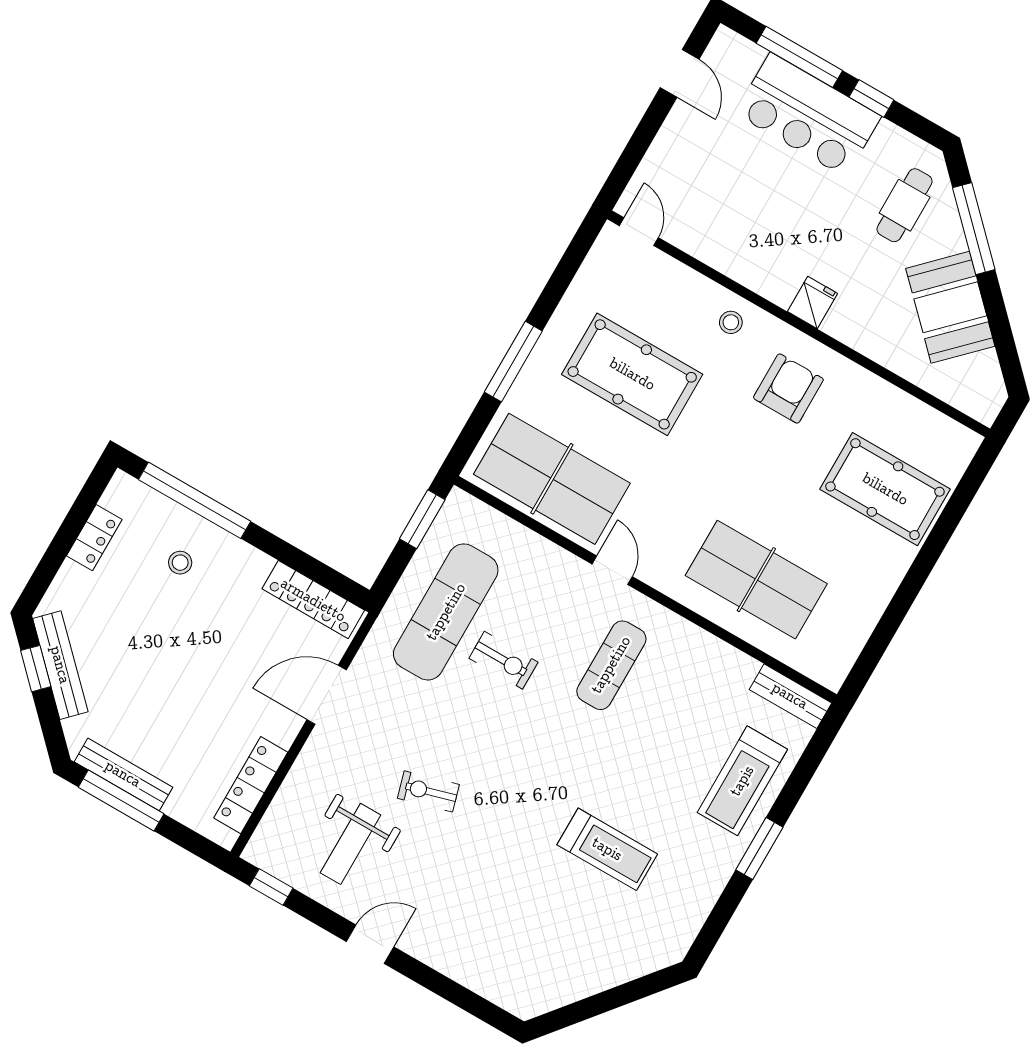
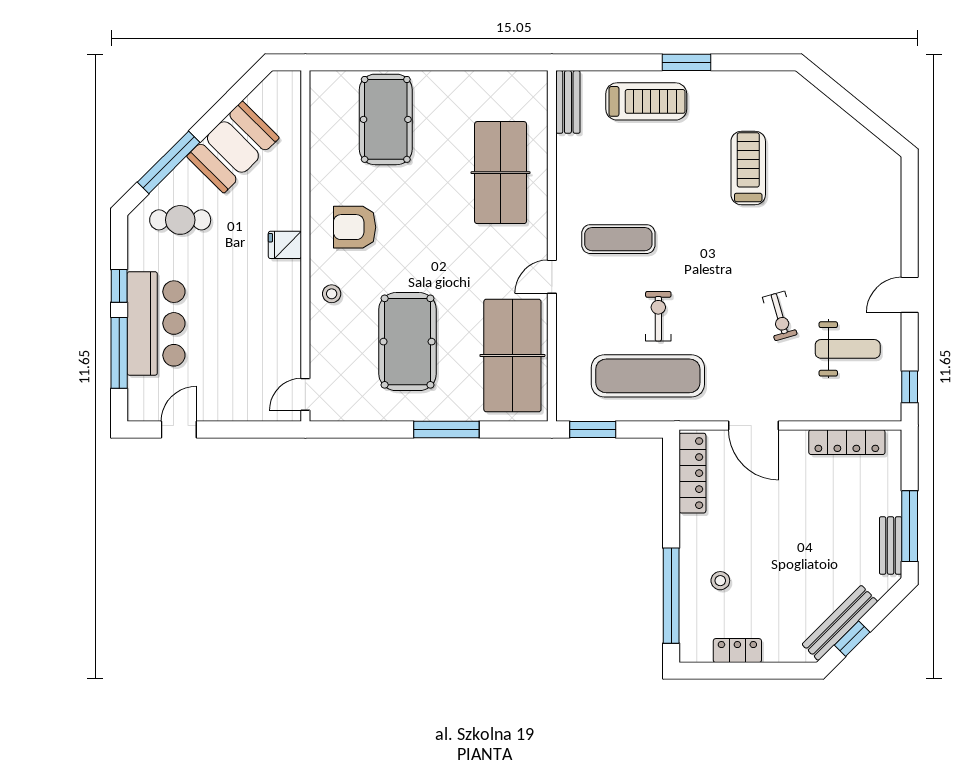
bench: (123, 774) -> (891, 546), width x0.73
door: (370, 944) -> (910, 295), hinge flipped

